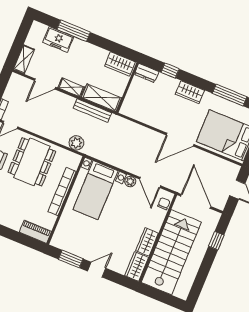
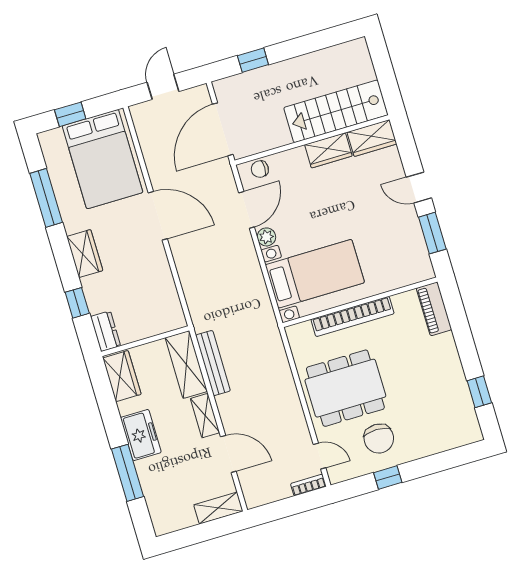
freezer: (58, 39) -> (141, 435), moved
plant: (76, 143) -> (273, 349), removed
stairs: (171, 252) -> (336, 111), width x0.73, depth x0.66

